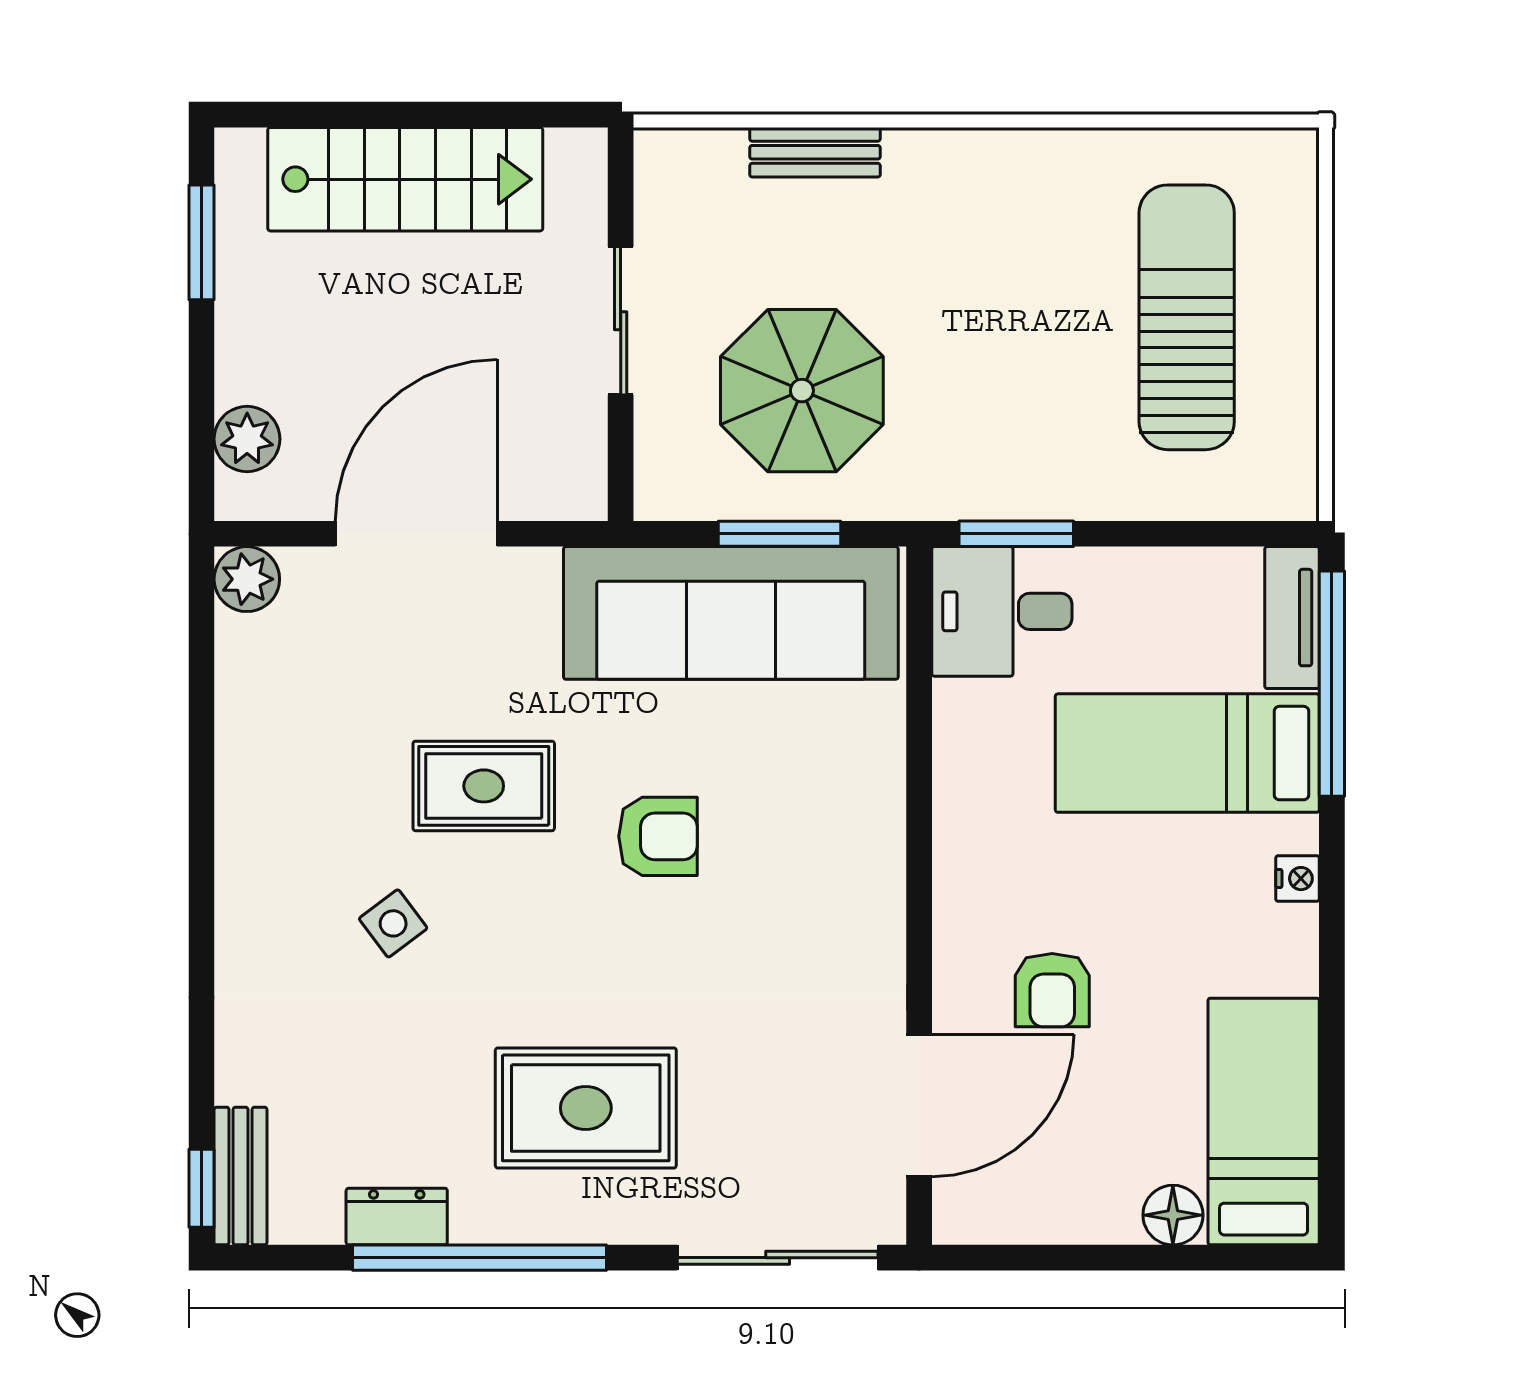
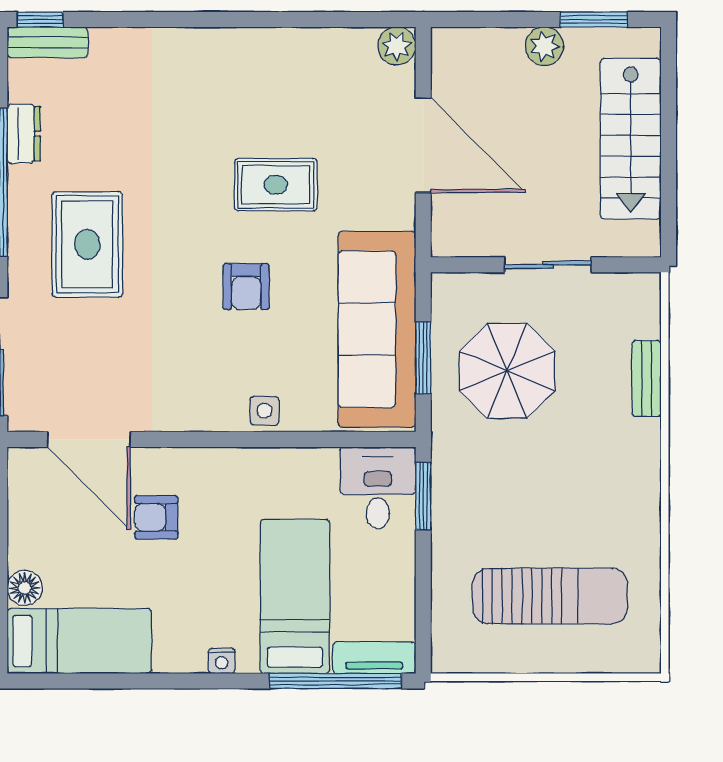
plant: (247, 439) -> (544, 46), moved
rug: (484, 786) -> (276, 185), turned 90
side table: (393, 923) -> (265, 411), moved, turned 37

